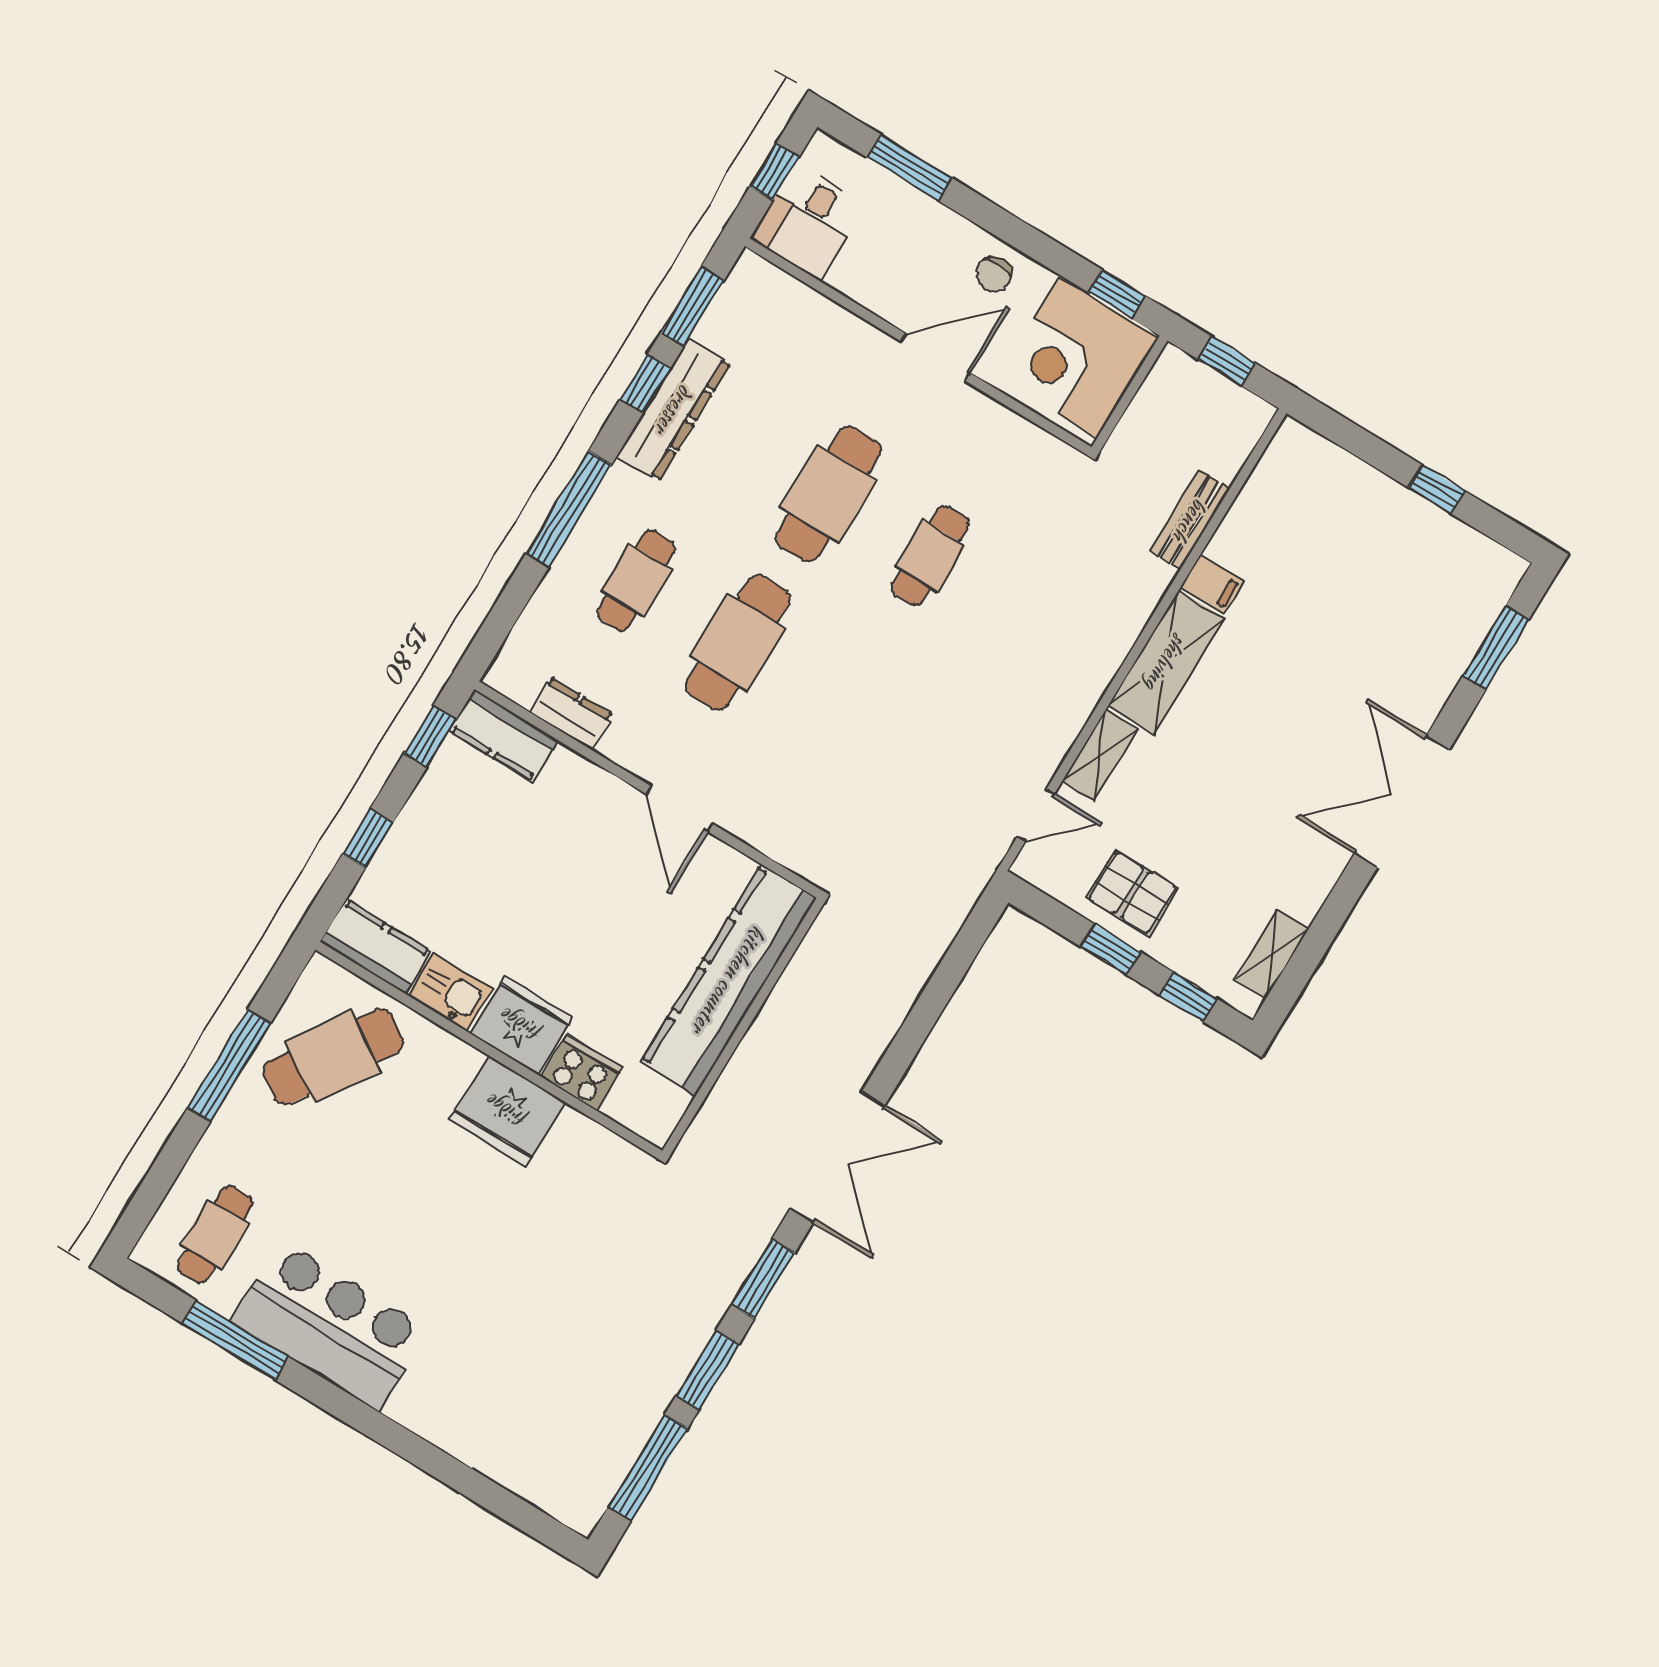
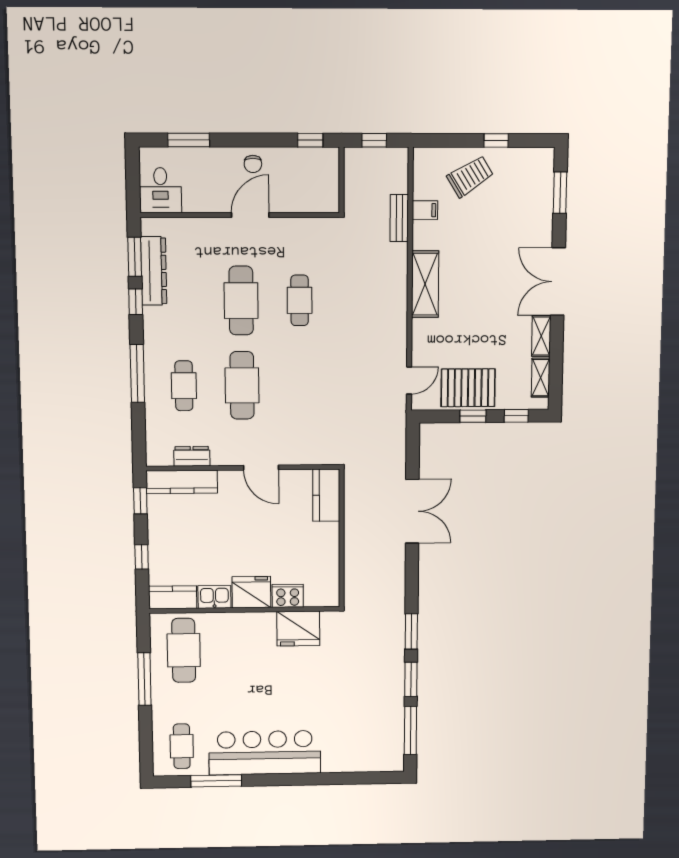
window: (775, 172) -> (133, 178), removed
corner desk: (1078, 358) -> (310, 178), removed
dresser: (674, 410) -> (154, 271), moved
trolley: (1356, 524) -> (470, 176), added
filing cabinet: (1212, 584) -> (425, 210), moved
kitchen counter: (503, 735) -> (182, 482), width x1.50
shelving: (1100, 755) -> (541, 336), moved
pallet: (1132, 893) -> (468, 388), width x1.50, depth x1.42
kitchen counter: (729, 980) -> (326, 495), width x0.48, depth x0.86
cafe table: (333, 1057) -> (184, 650), turned -33
fridge: (507, 1111) -> (298, 629), moved
double door: (837, 1157) -> (412, 511), moved
bar counter: (330, 1326) -> (265, 753), width x1.36

